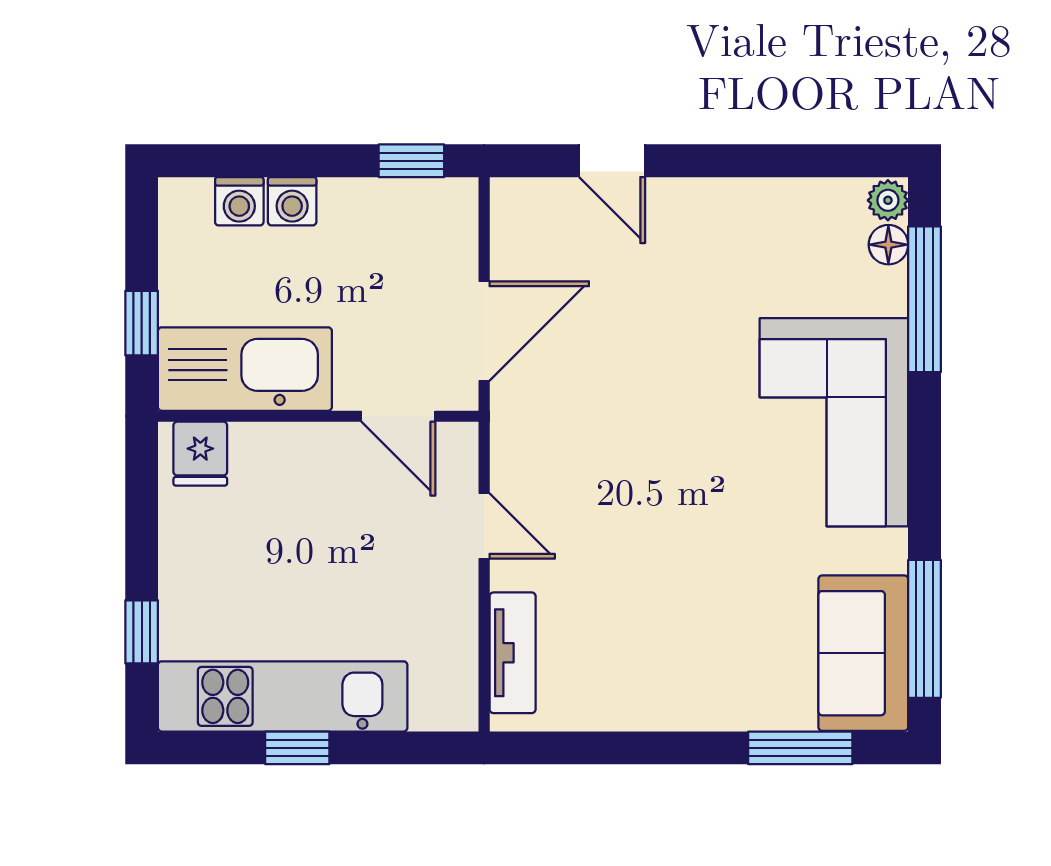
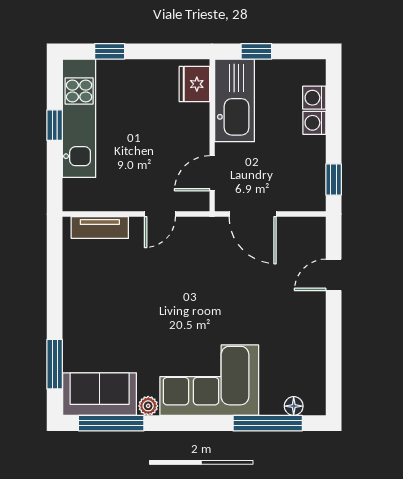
plant: (888, 200) -> (148, 406), moved
fridge: (200, 454) -> (194, 84), width x1.38

